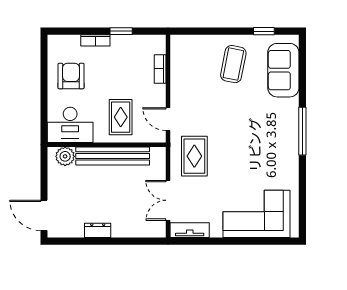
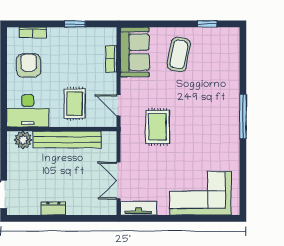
bookcase: (95, 40) -> (33, 33), moved
sofa: (283, 70) -> (135, 52), moved, turned 180
rug: (194, 156) -> (157, 127), moved

